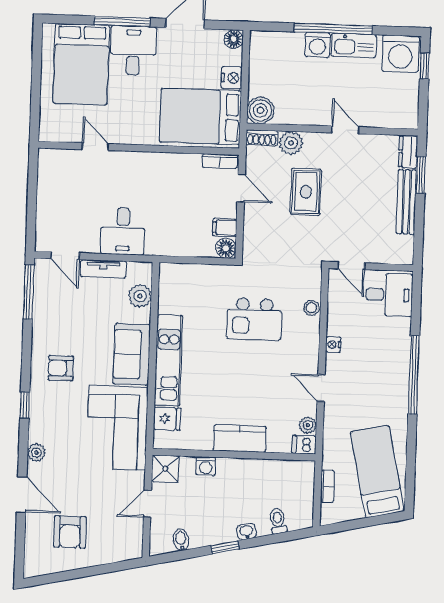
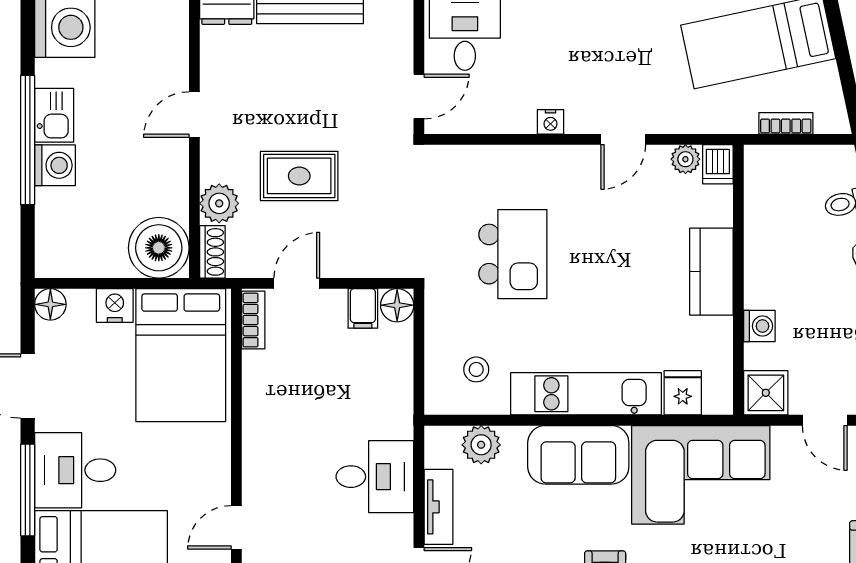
kitchen sink: (354, 45) -> (54, 115), width x0.73
boiler: (260, 110) -> (159, 248), width x1.37, depth x1.37
stool: (311, 308) -> (476, 369), moved

